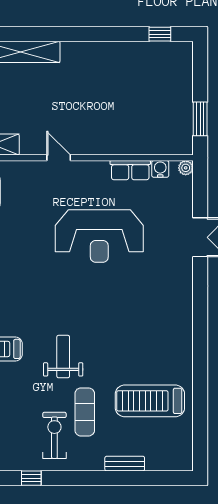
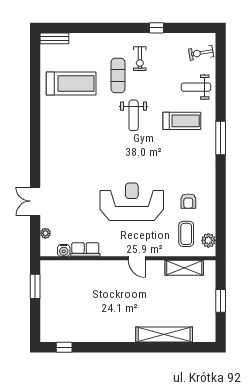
plant: (186, 168) -> (45, 233), moved
reception desk: (99, 236) -> (132, 202), moved
exercise bike: (54, 435) -> (140, 59), width x0.73, depth x0.72
bench: (125, 464) -> (54, 38), moved

